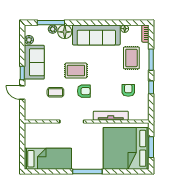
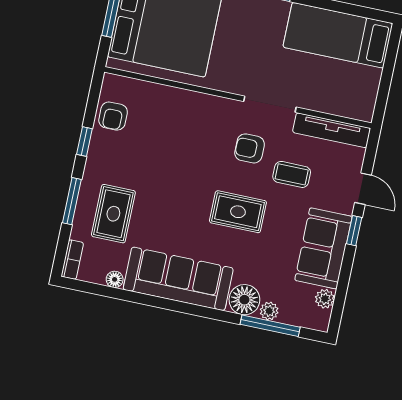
armchair: (128, 90) -> (113, 116), moved
armchair: (84, 91) -> (250, 148), moved
tv unit: (111, 116) -> (332, 130), moved

